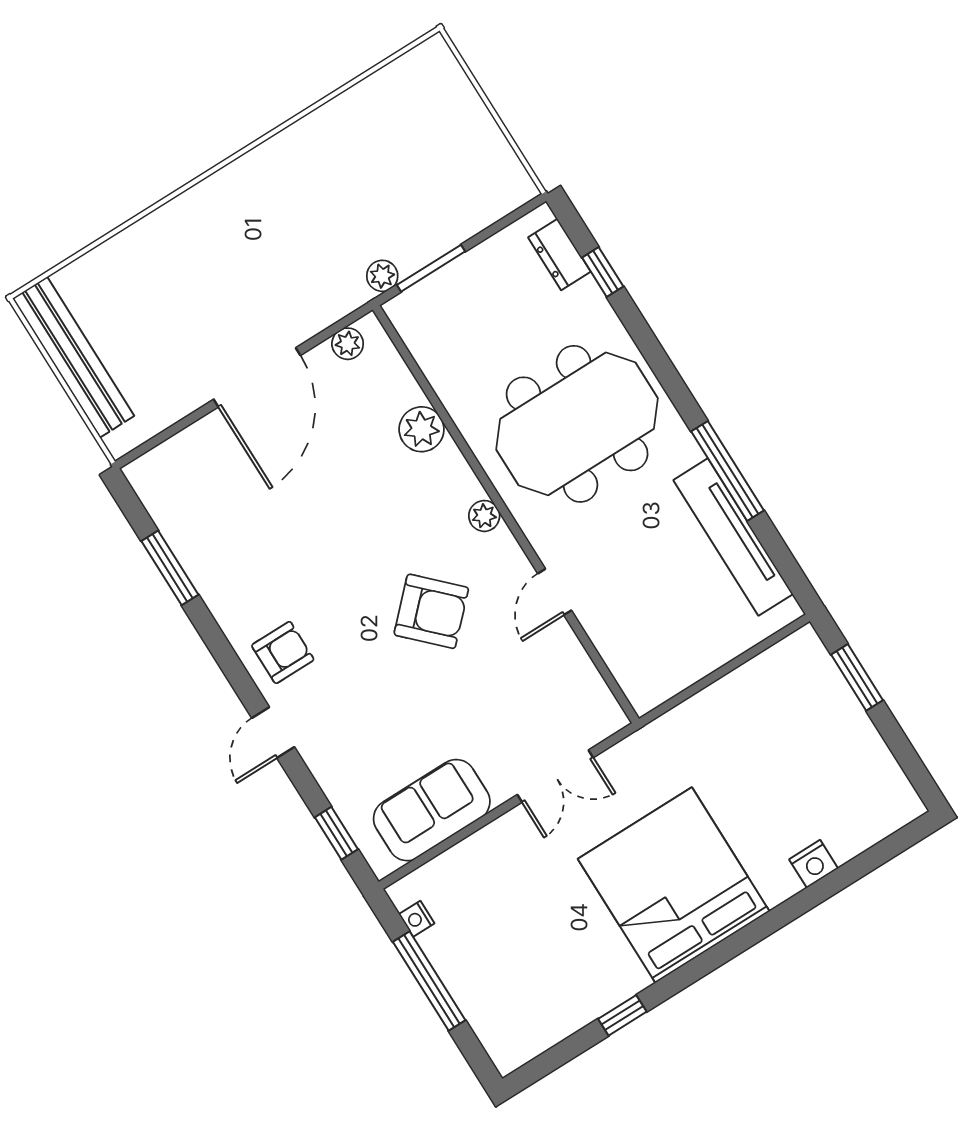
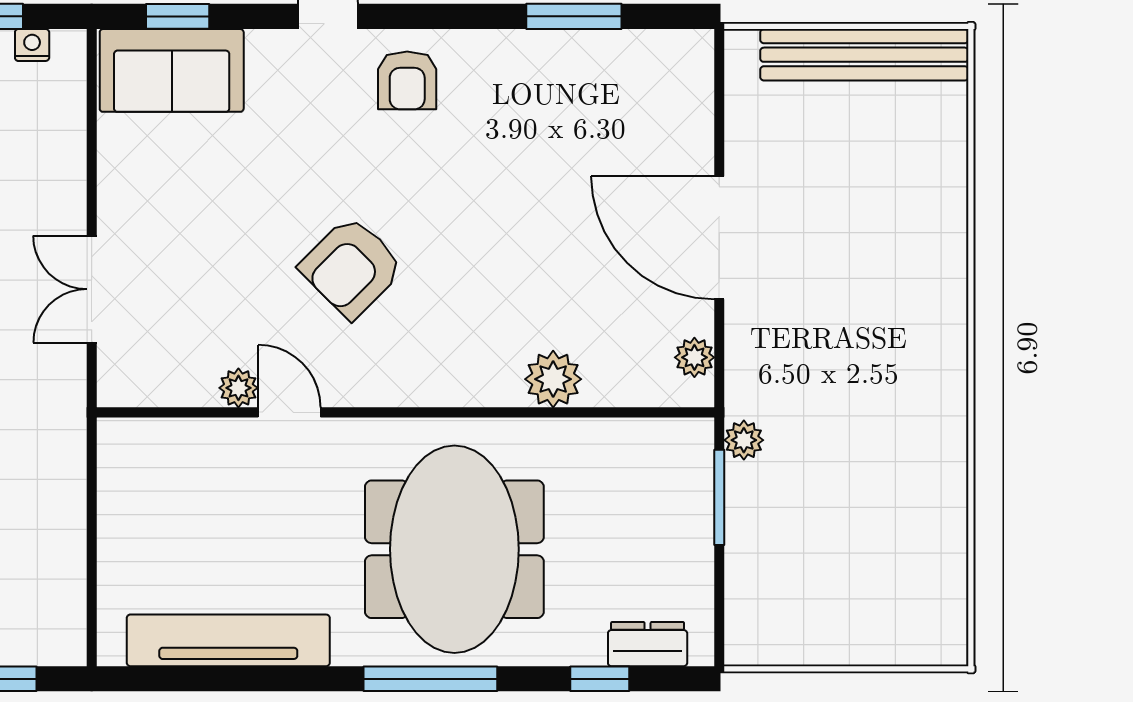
window: (728, 471) -> (430, 679), moved
plant: (484, 516) -> (238, 388), moved
sofa: (432, 810) -> (172, 70), moved, turned 90

